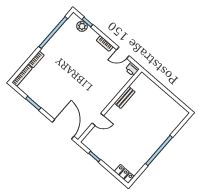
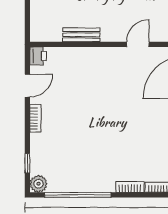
plant: (82, 26) -> (39, 184), moved
door: (123, 53) -> (27, 86), hinge flipped
door: (98, 119) -> (138, 44), hinge flipped

